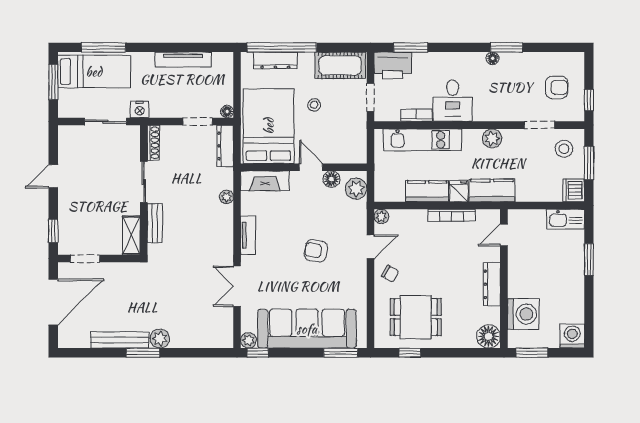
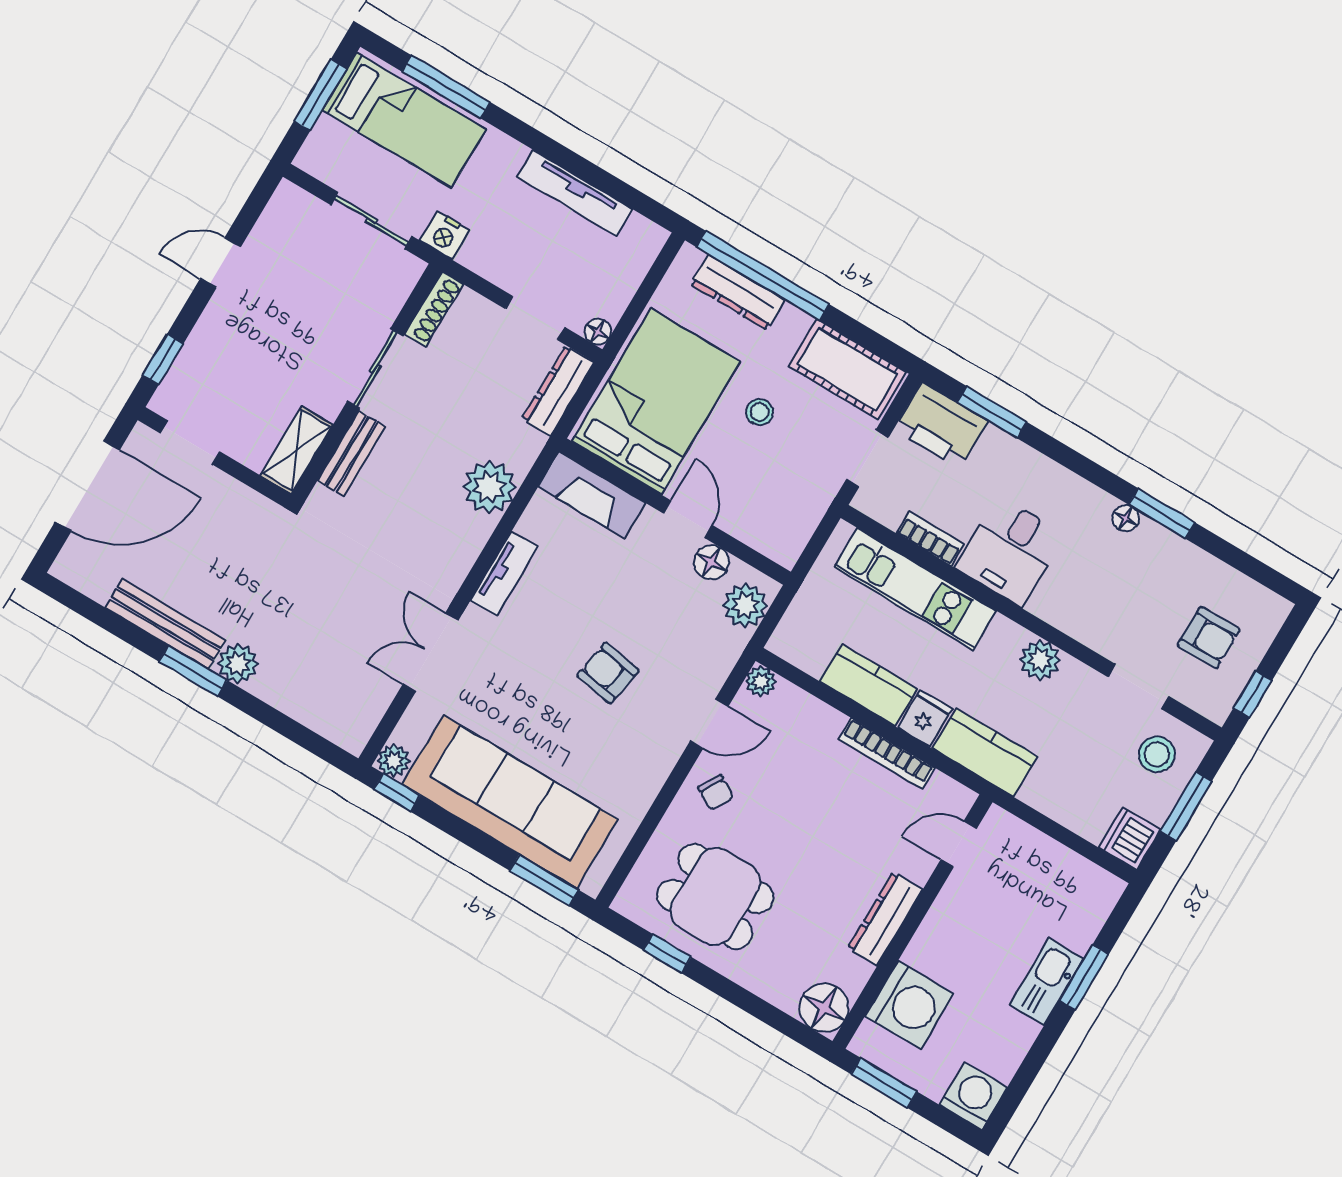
plant: (226, 197) -> (489, 487), width x1.88, depth x1.88
kitchen sink: (566, 219) -> (1046, 982), moved, turned 90

